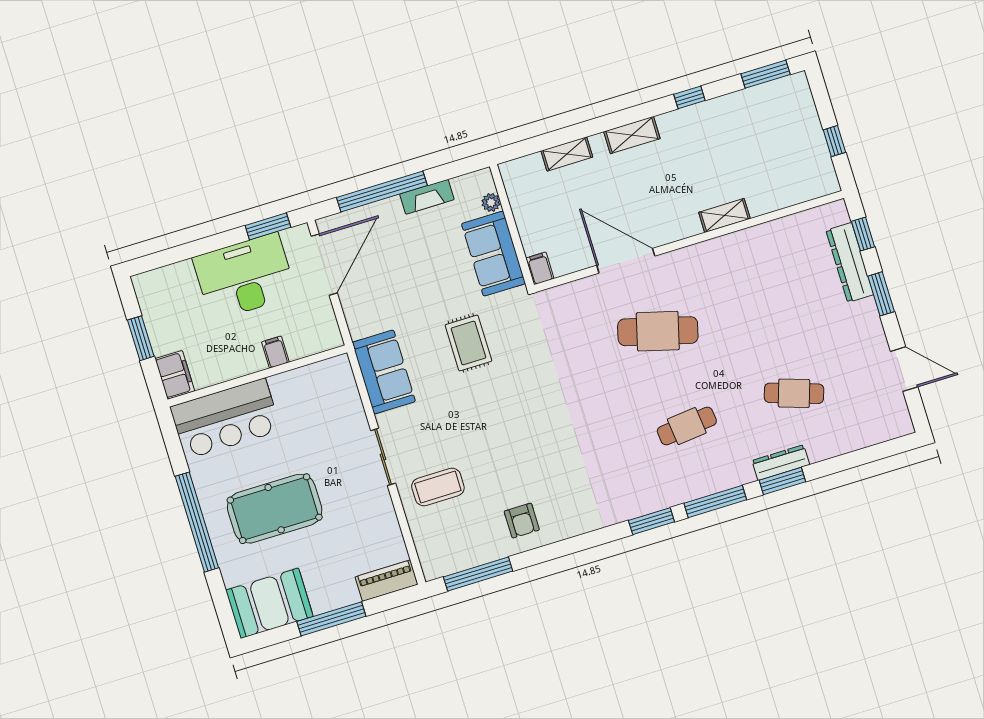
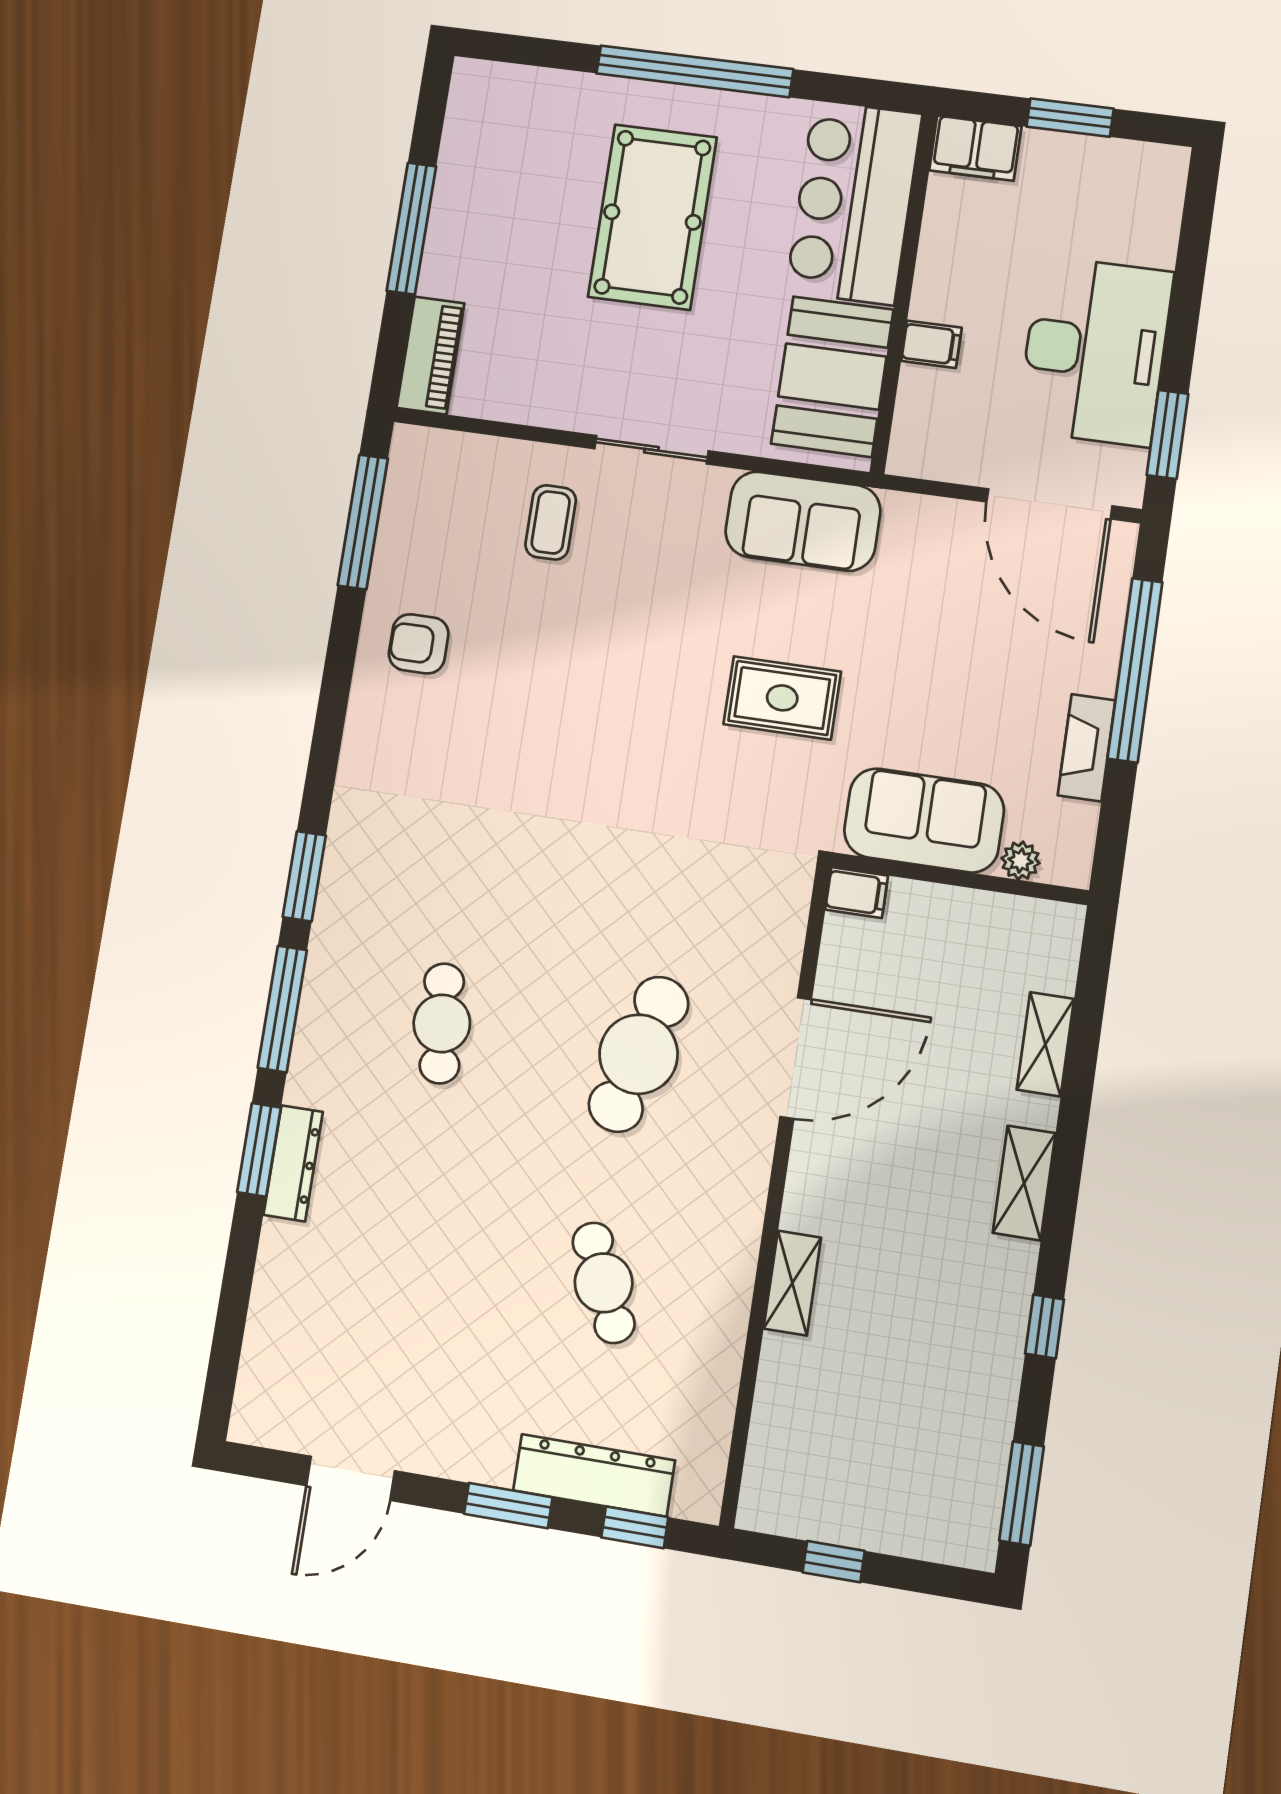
cafe table: (794, 393) -> (604, 1283), moved, turned -42
coffee table: (438, 487) -> (551, 522), width x0.73, depth x0.77
booth: (269, 603) -> (832, 377), moved

